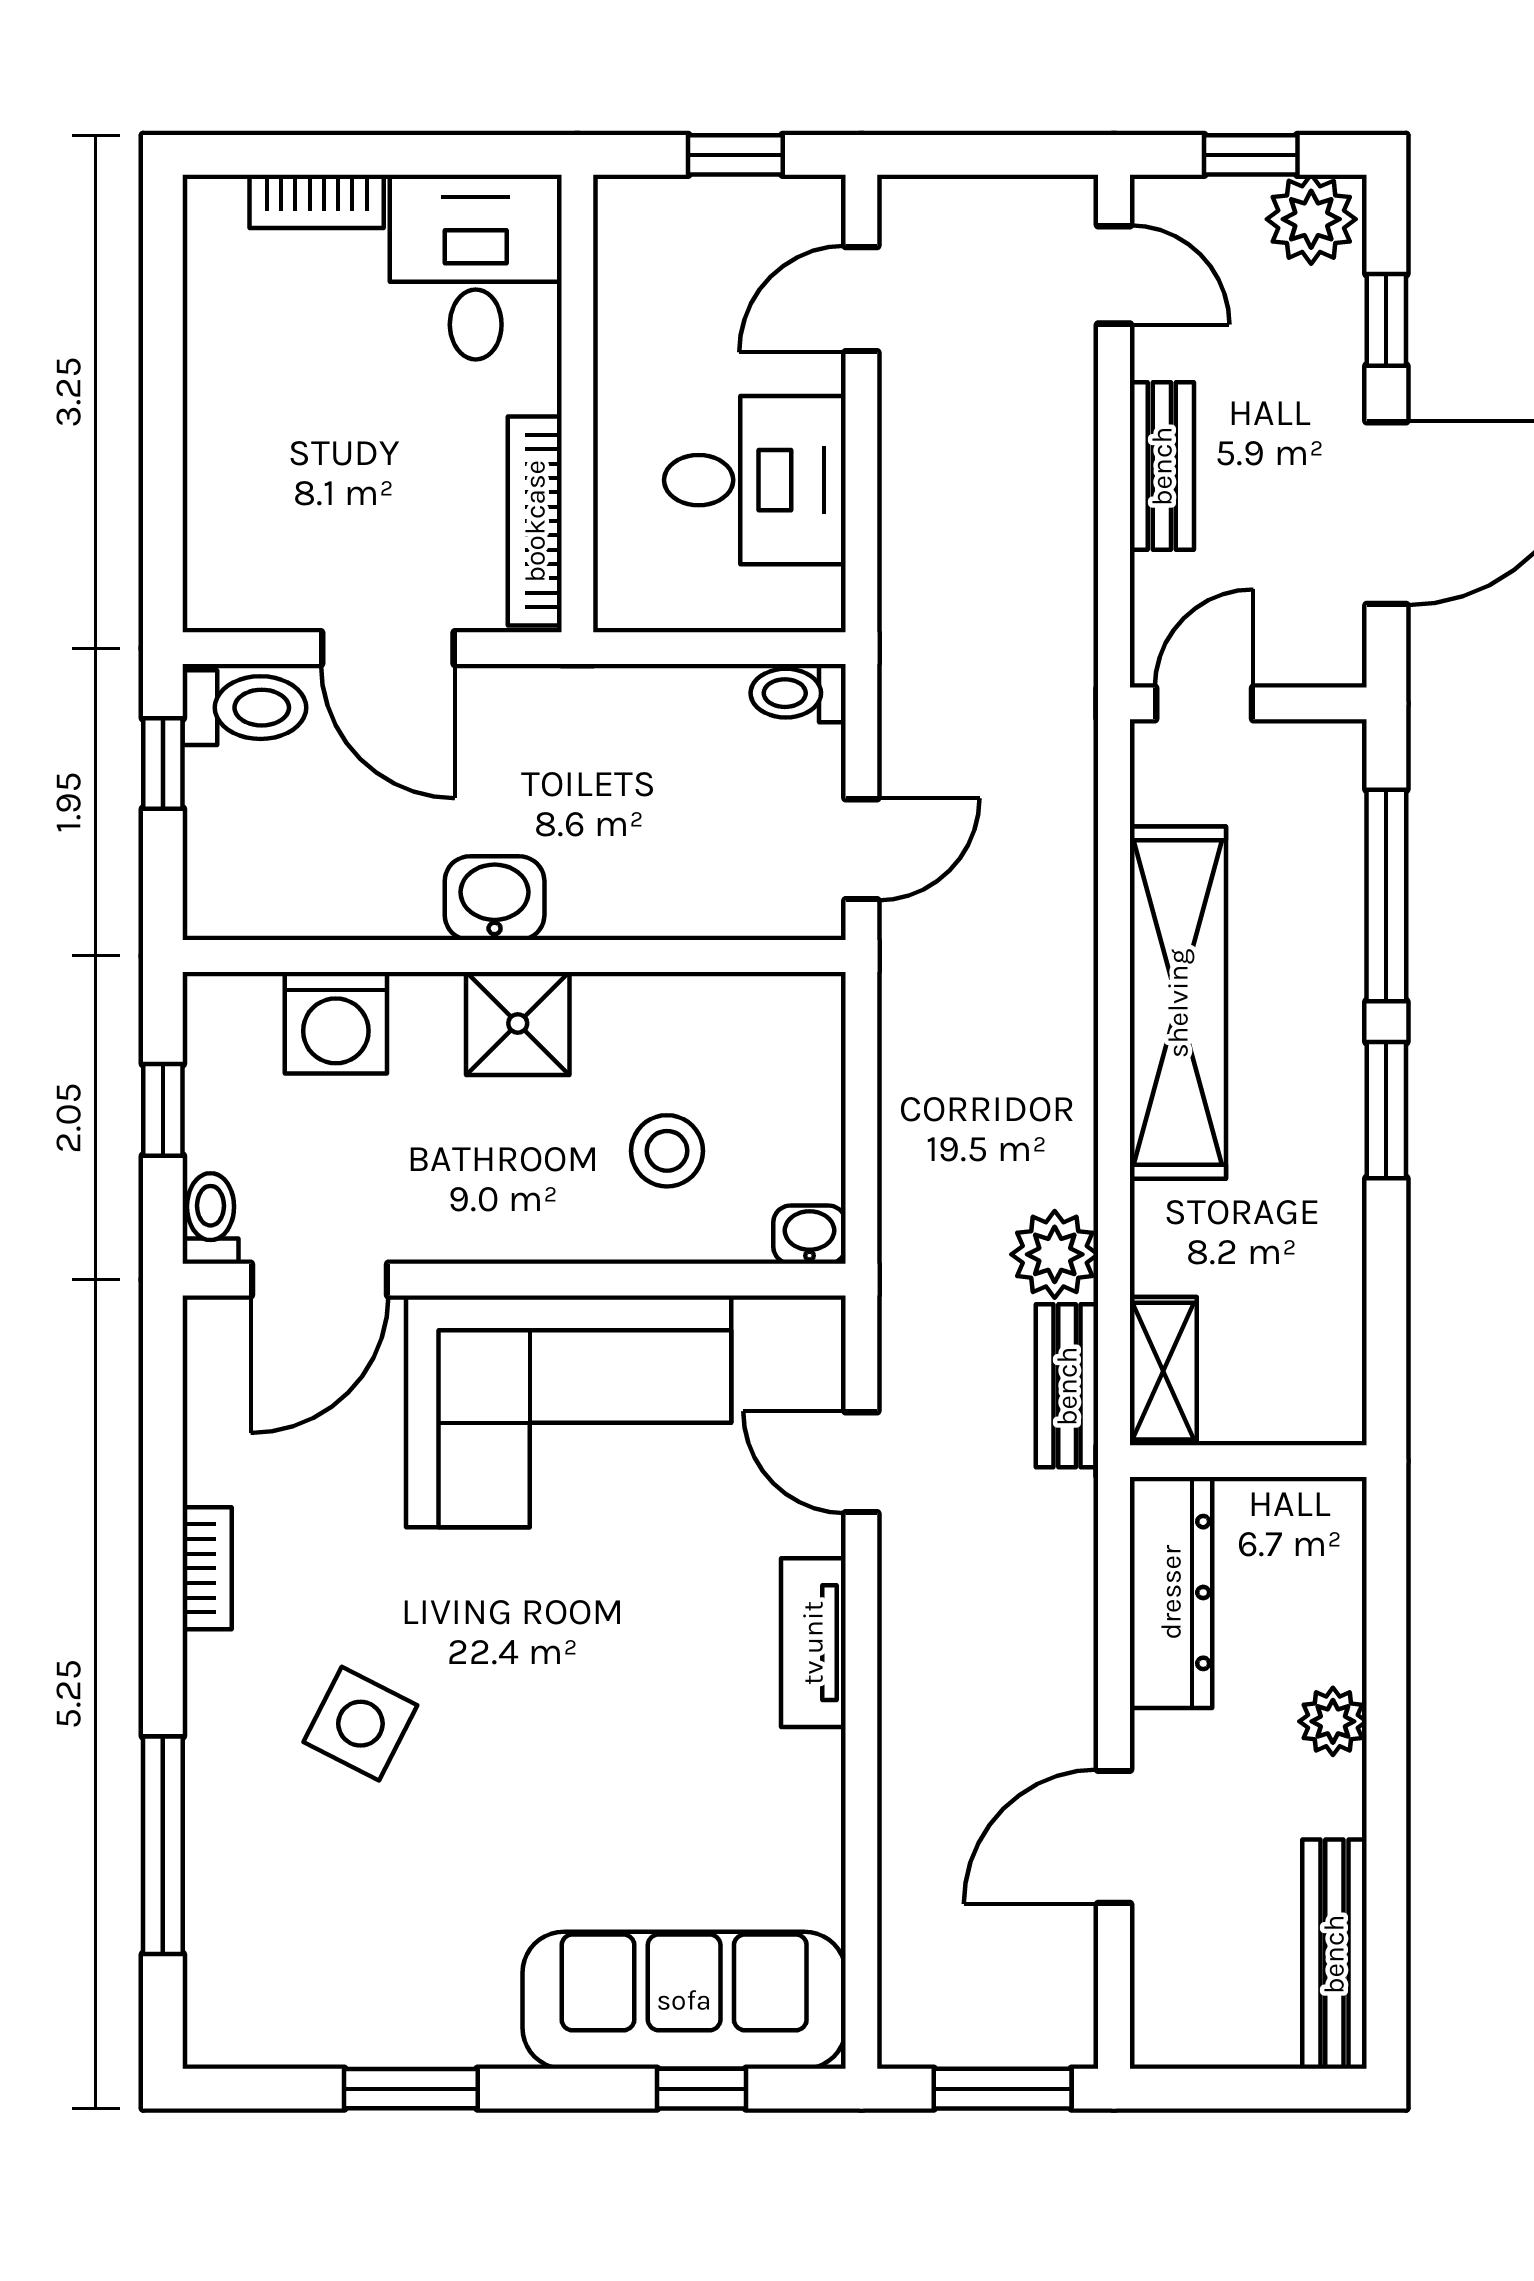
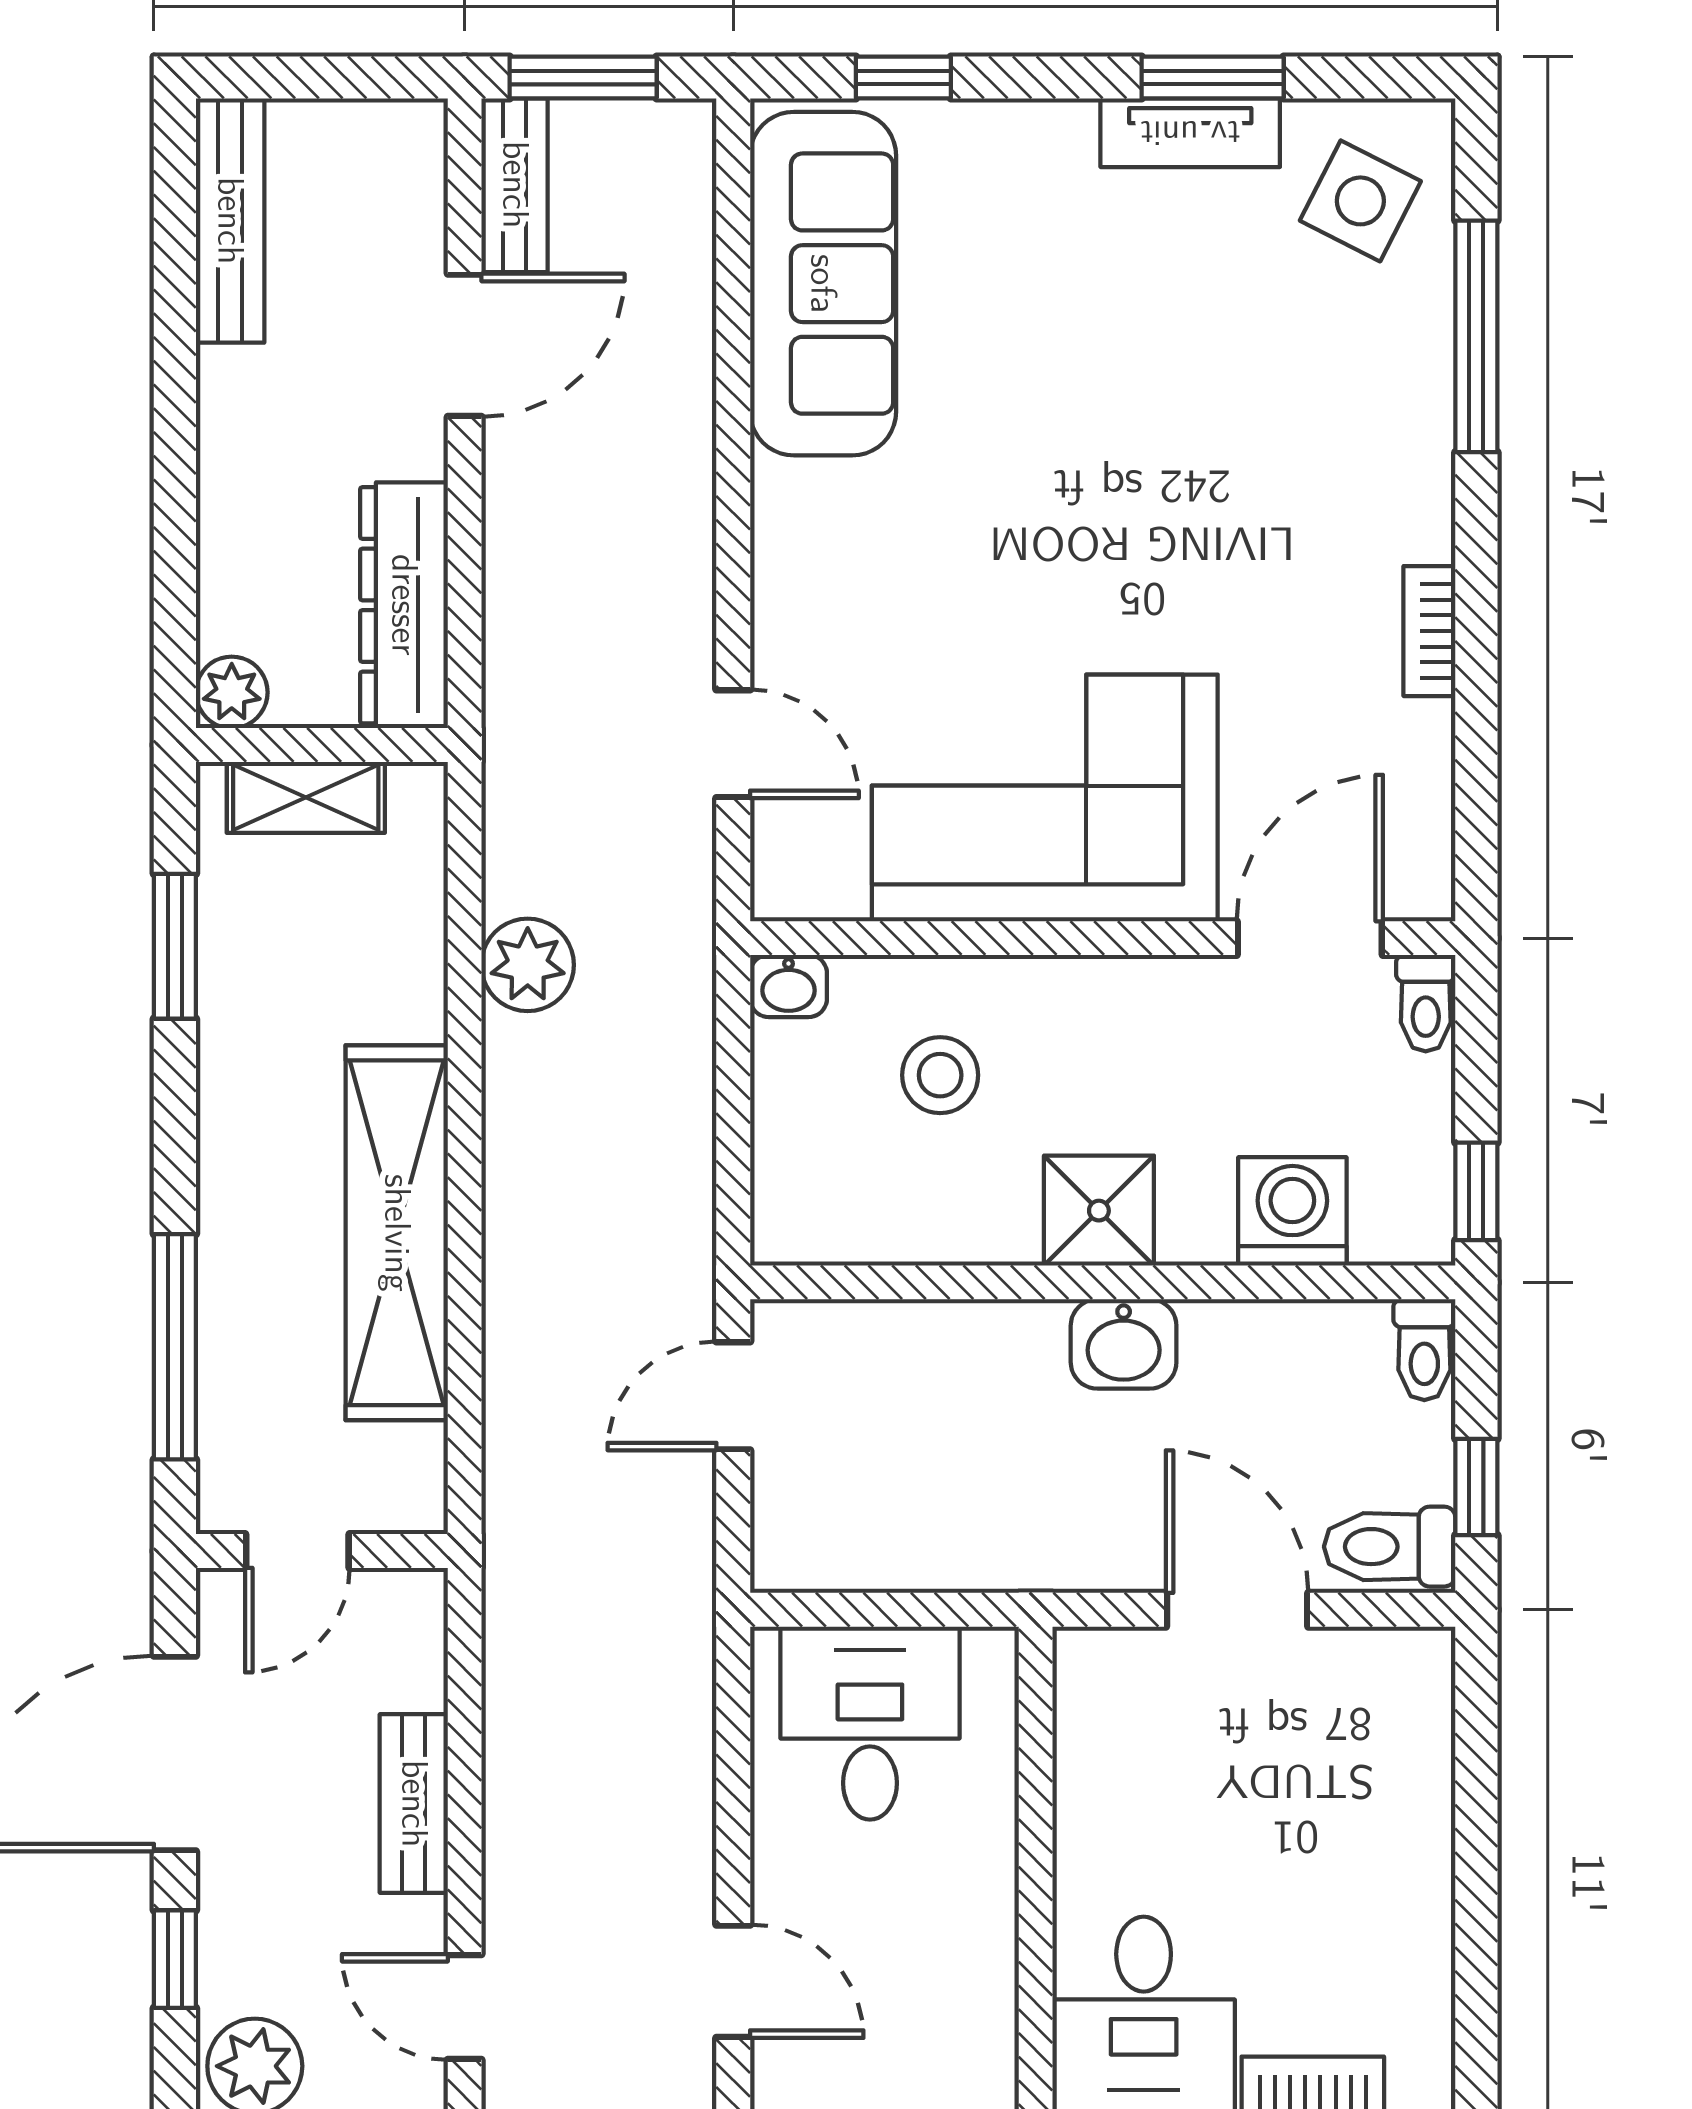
door: (861, 299) -> (733, 1981), hinge flipped
desk: (755, 480) -> (870, 1723), moved, turned 90
bookcase: (535, 521) -> (1081, 1745), removed
toilet: (798, 693) -> (1424, 1350), moved, turned 90
door: (1204, 703) -> (297, 1551), moved
window: (163, 1110) -> (1476, 1191), moved
window: (1386, 1110) -> (175, 946), moved
shelving: (1163, 1371) -> (306, 797), moved, turned 90
bench: (1067, 1386) -> (515, 185), moved
tv unit: (813, 1643) -> (1190, 133), moved, turned 90
plant: (1333, 1721) -> (232, 692), moved
side table: (360, 1724) -> (1360, 201), moved
sofa: (684, 2000) -> (823, 284), moved, turned -90

